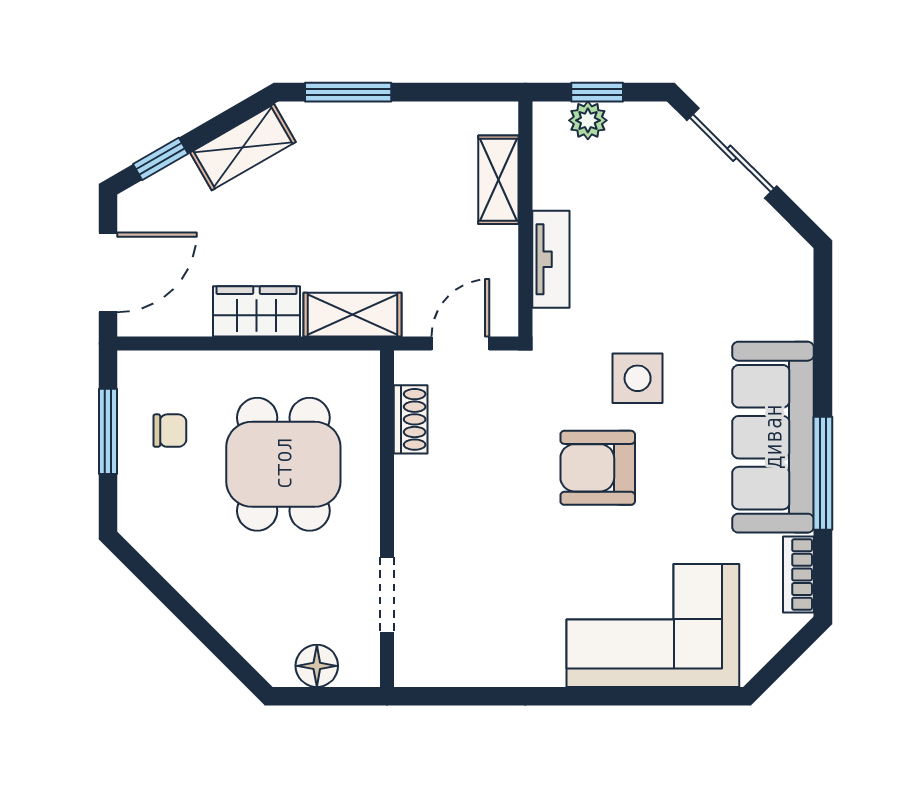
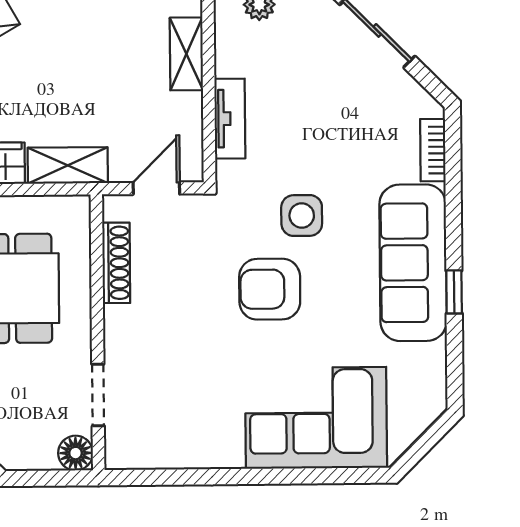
shoe rack: (411, 419) -> (116, 263), width x1.43
window: (823, 473) -> (454, 292), width x0.46
bookcase: (798, 574) -> (433, 150), moved
floor lamp: (317, 666) -> (76, 453), moved

